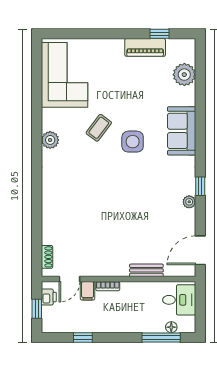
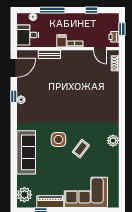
corner sofa: (65, 75) -> (86, 192), moved, turned 90
plant: (184, 75) -> (24, 195), moved
sofa: (182, 131) -> (26, 152), width x1.36
window: (200, 186) -> (14, 96), moved
door: (70, 279) -> (100, 49), swing flipped
filing cabinet: (88, 291) -> (62, 41), moved
window: (161, 337) -> (52, 10), moved

